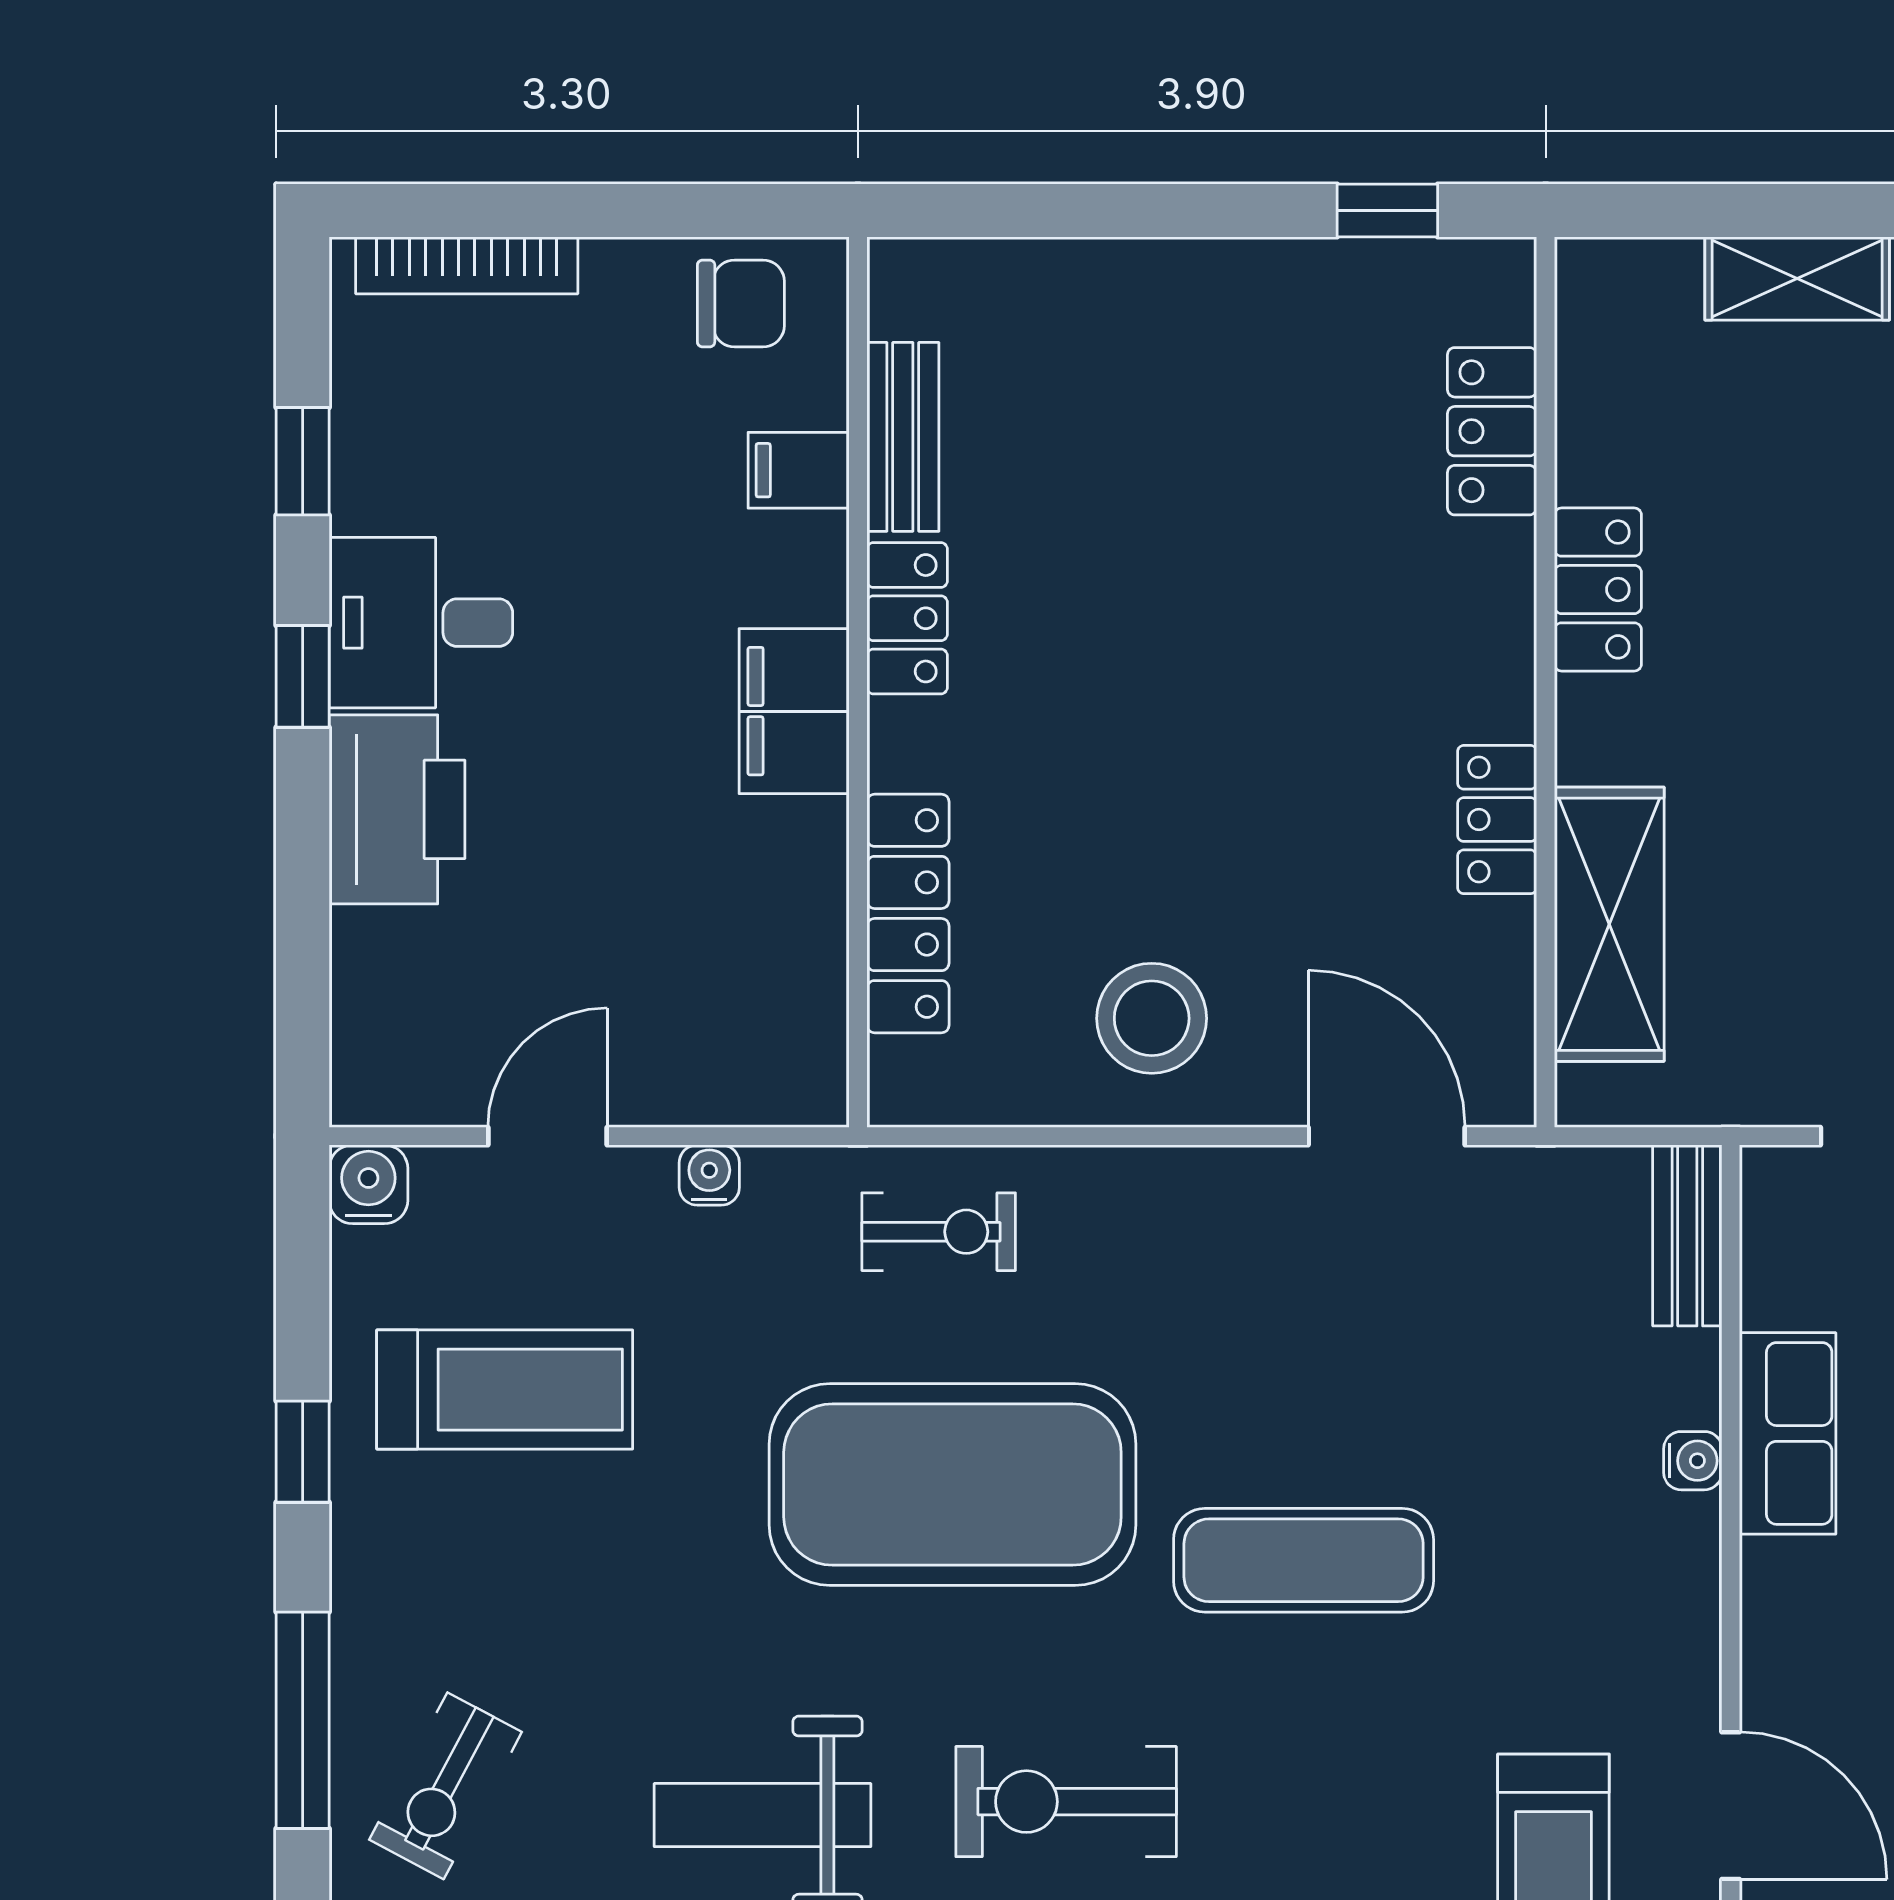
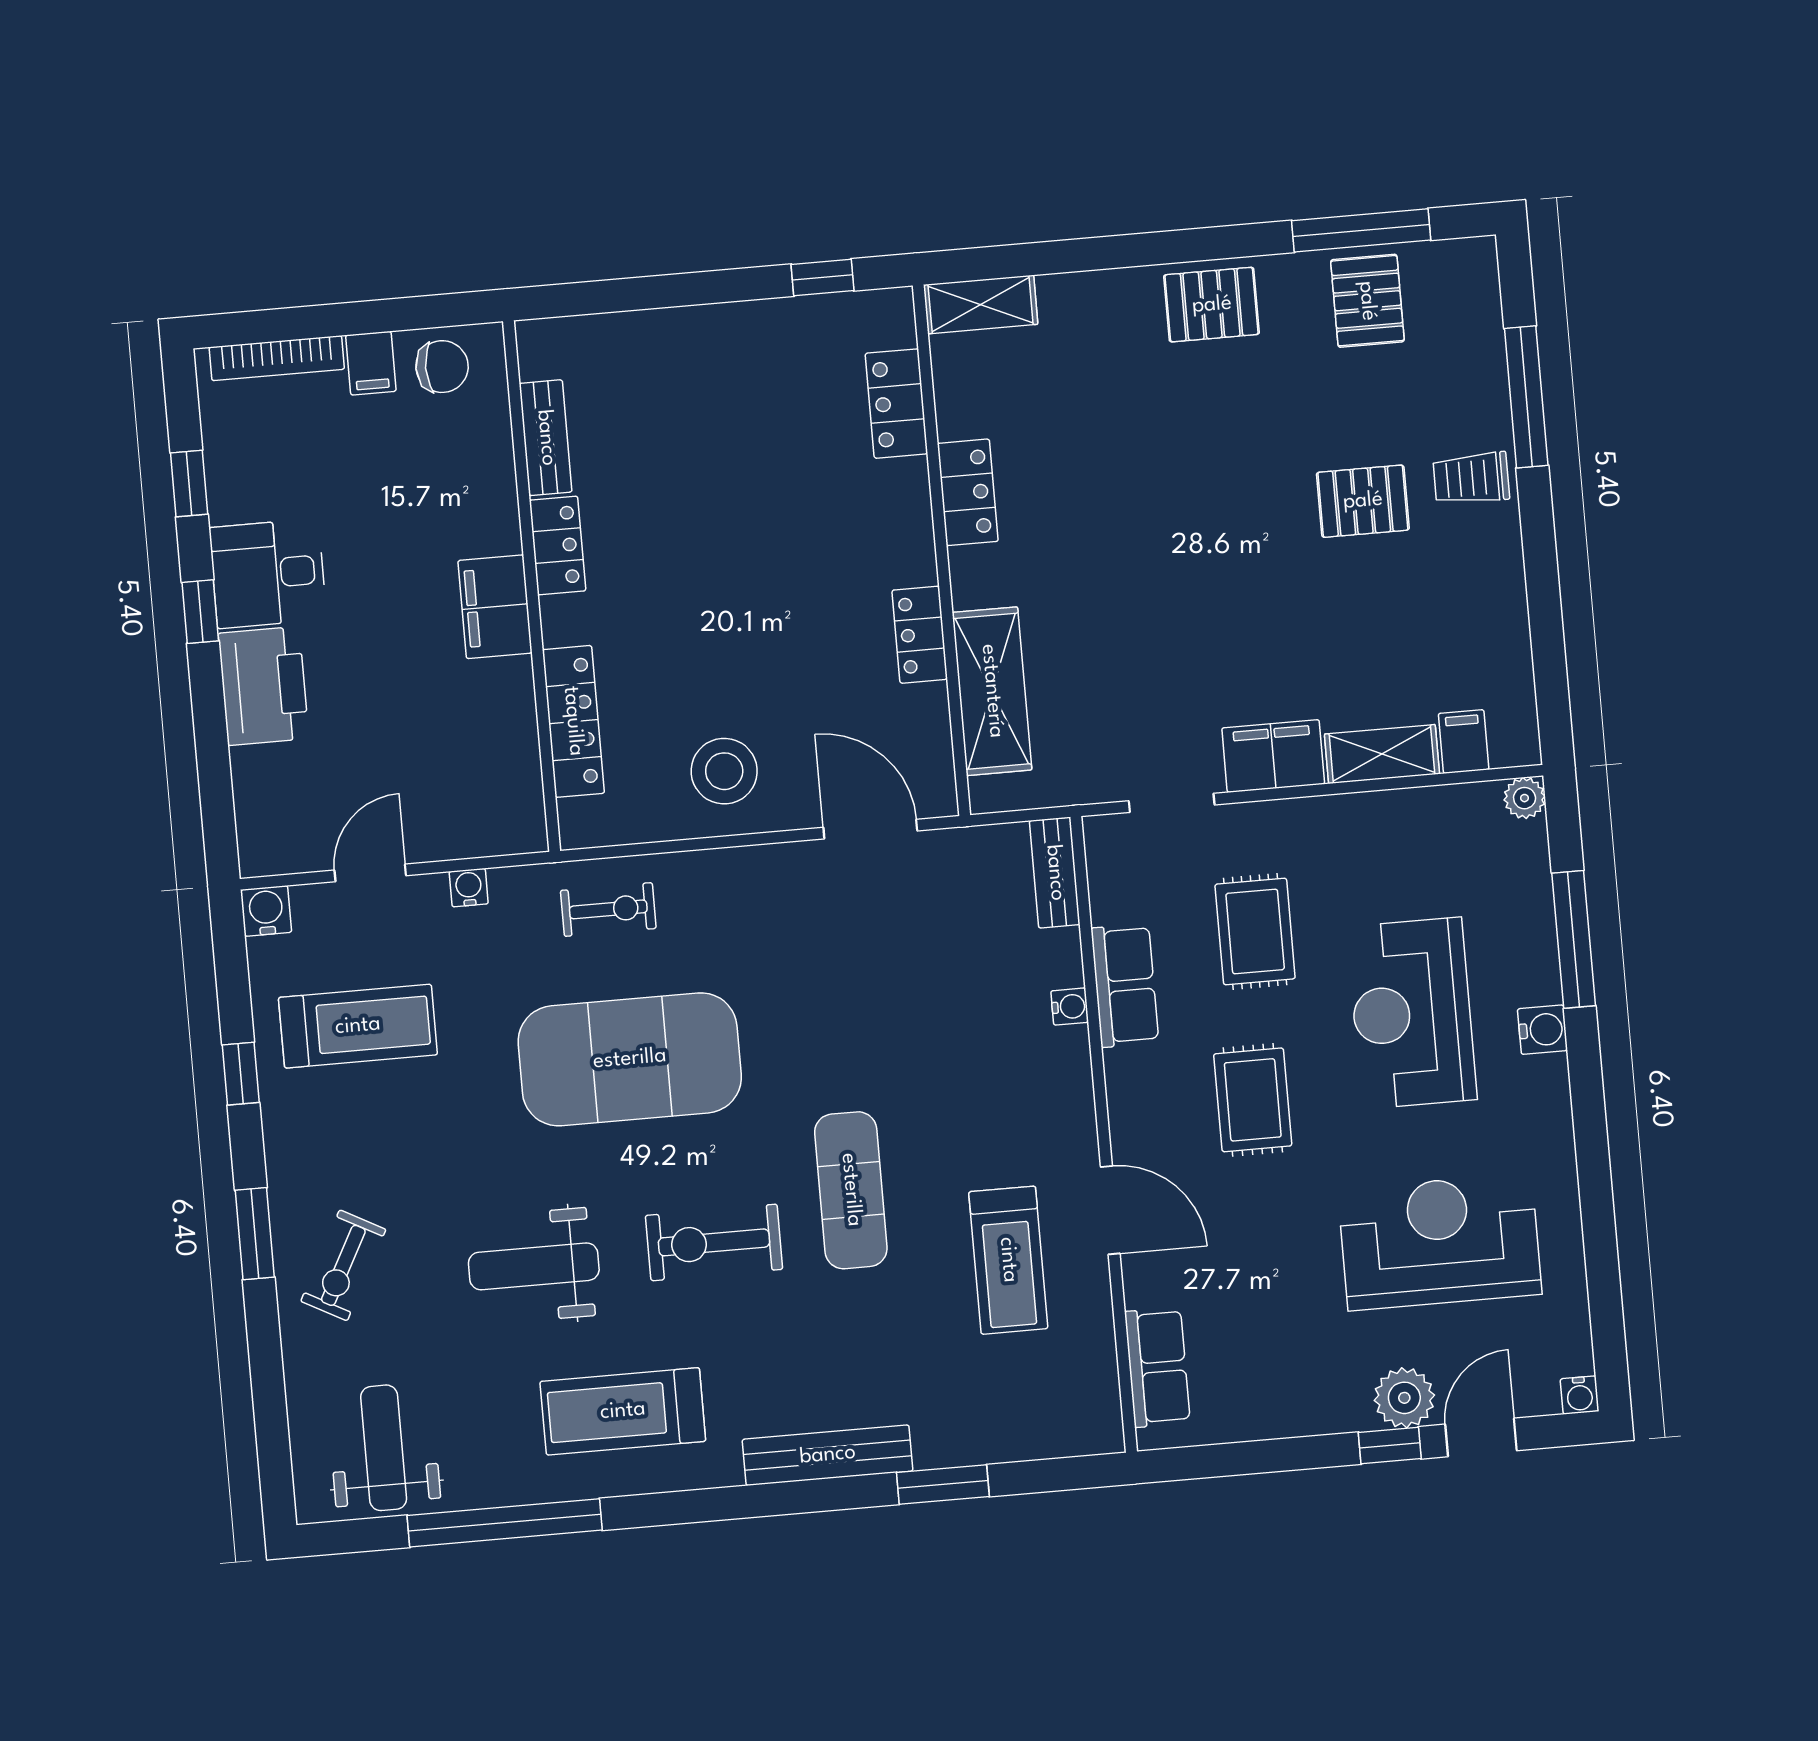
shelving: (1797, 278) -> (981, 304), moved
filing cabinet: (799, 470) -> (371, 363), moved, turned -90
exercise mat: (1304, 1560) -> (851, 1190), moved, turned 90
window: (303, 1720) -> (255, 1234), width x0.69

